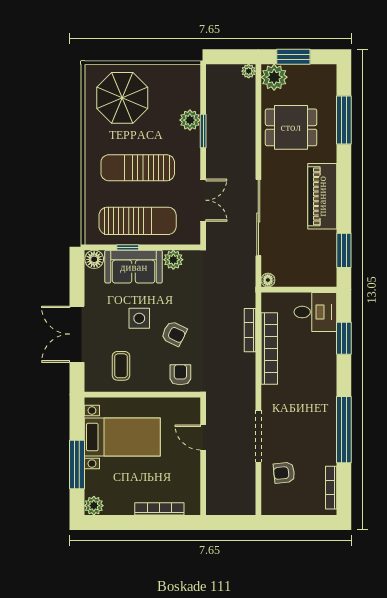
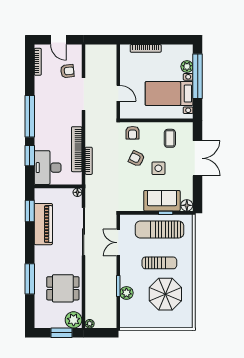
parasol: (122, 98) -> (165, 294), moved
window: (344, 120) -> (30, 279), moved
sun lounger: (138, 168) -> (159, 263), width x0.73, depth x0.75
piano: (322, 196) -> (43, 224), moved
plant: (173, 260) -> (137, 205), removed
desk: (315, 312) -> (48, 168), width x1.37
window: (344, 430) -> (30, 116), moved
window: (77, 464) -> (198, 76), width x1.46
plant: (94, 506) -> (187, 67), moved
door: (298, 522) -> (58, 40), added

